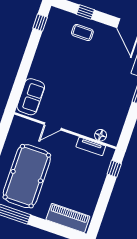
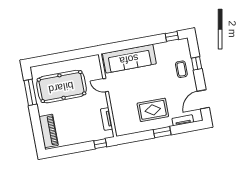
rug: (110, 89) -> (153, 110), added
sofa: (31, 97) -> (129, 59), width x1.85, depth x1.27
floor lamp: (101, 135) -> (118, 121), removed

